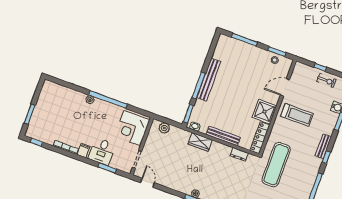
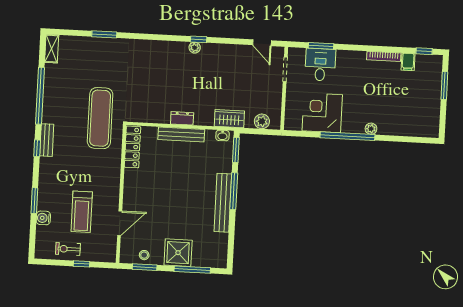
shower: (264, 112) -> (178, 253), moved
treadmill: (297, 115) -> (82, 212), moved, turned -90
corner desk: (132, 128) -> (322, 113), moved, turned -90
wardrobe: (200, 142) -> (229, 119), moved
bench: (323, 146) -> (47, 140), moved
filing cabinet: (83, 151) -> (408, 62), moved
desk: (102, 151) -> (320, 65), moved
dresser: (239, 154) -> (182, 118), moved

